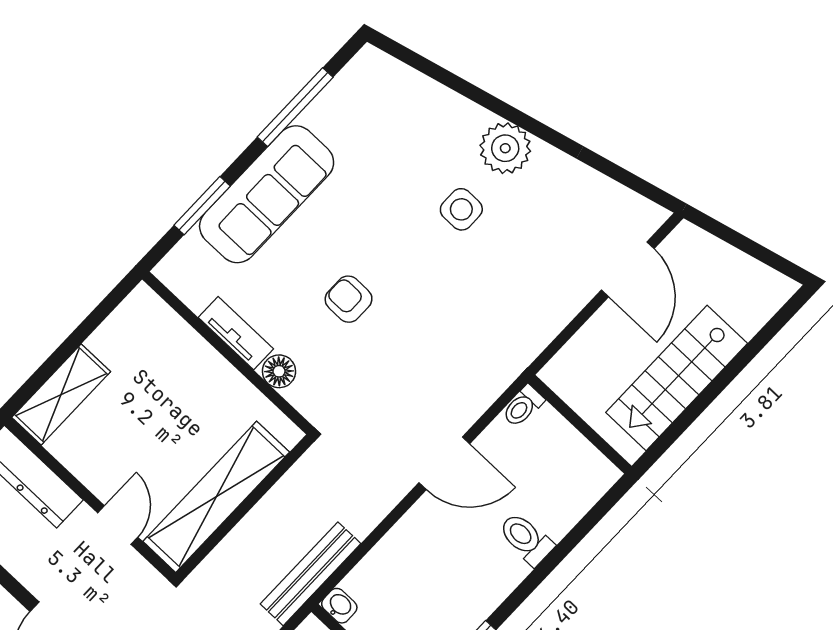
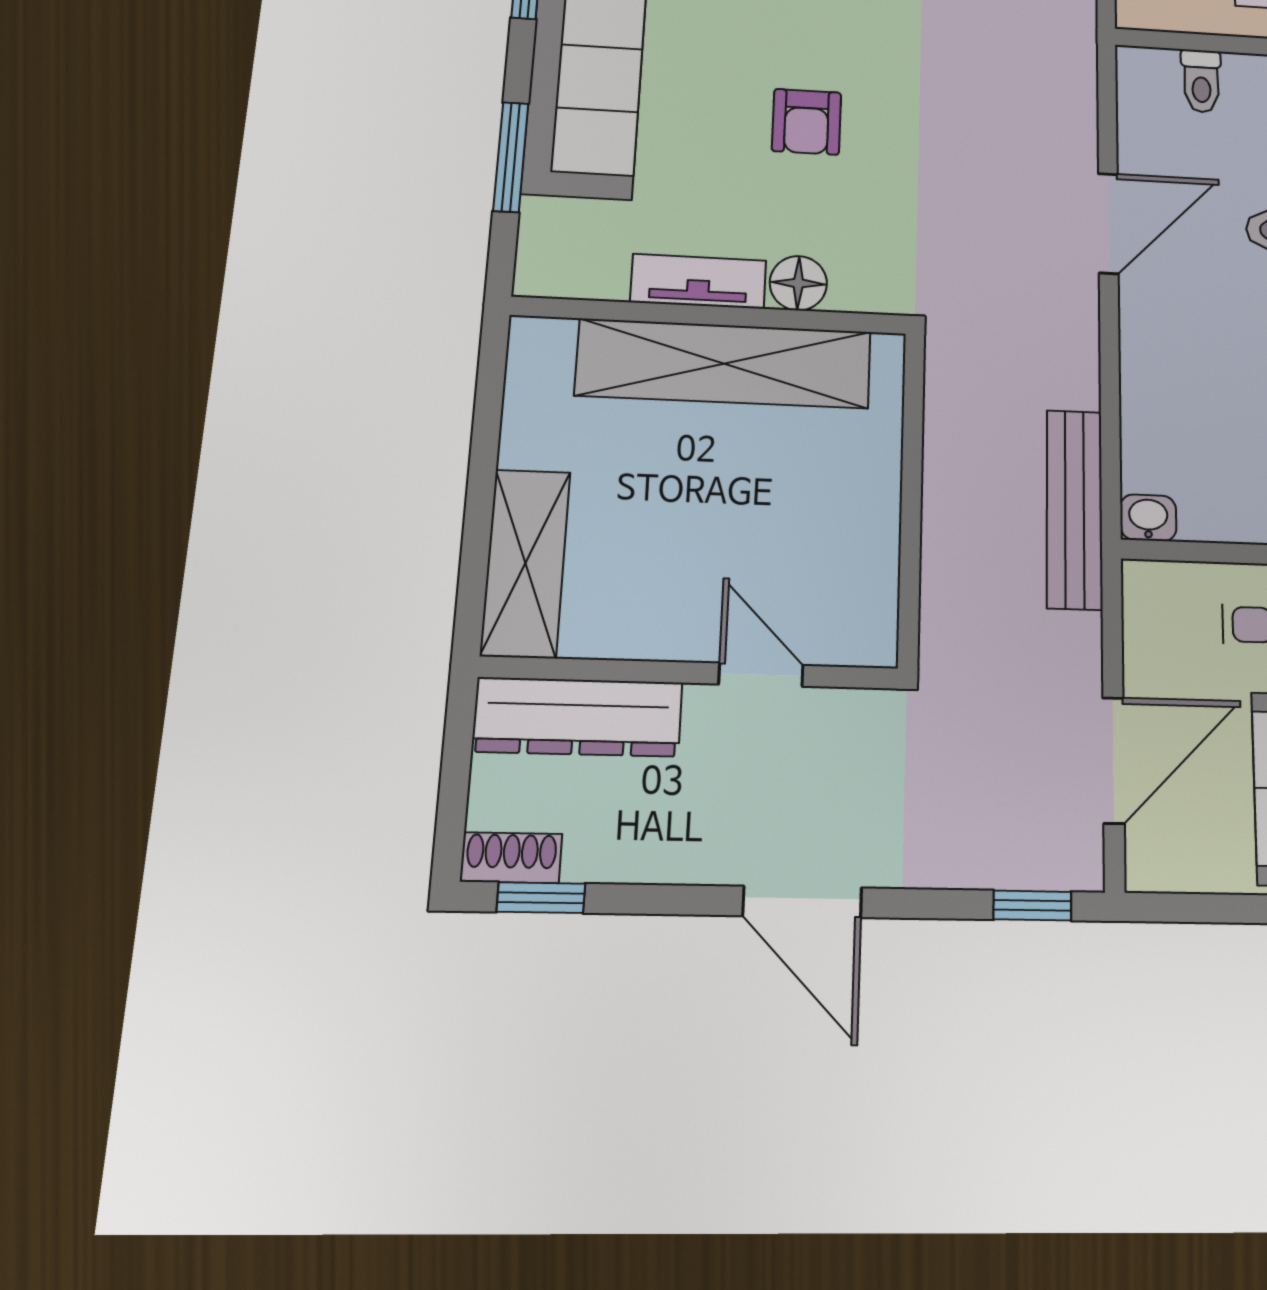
armchair: (349, 299) -> (807, 122), turned -90
toilet: (523, 406) -> (1201, 81), moved
shelving: (216, 497) -> (724, 364), moved, turned 90

